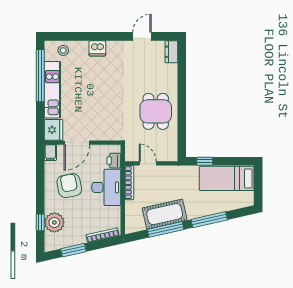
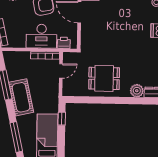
plant: (170, 72) -> (137, 91), added
cot: (165, 214) -> (21, 97), moved
window: (209, 220) -> (16, 137), moved

